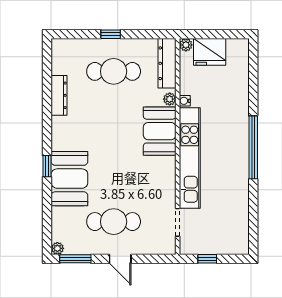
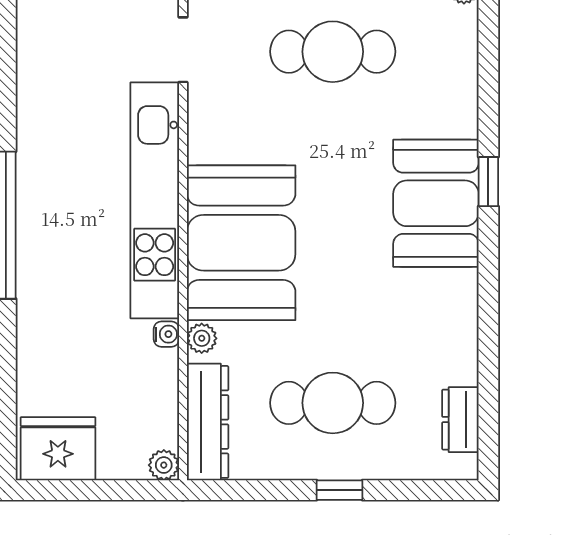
fridge: (210, 52) -> (58, 449), moved
dresser: (59, 95) -> (460, 420), moved, width x0.70
booth: (160, 131) -> (241, 243), width x1.36, depth x1.42
booth: (69, 179) -> (436, 203), moved

